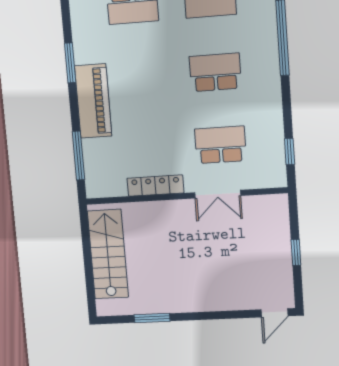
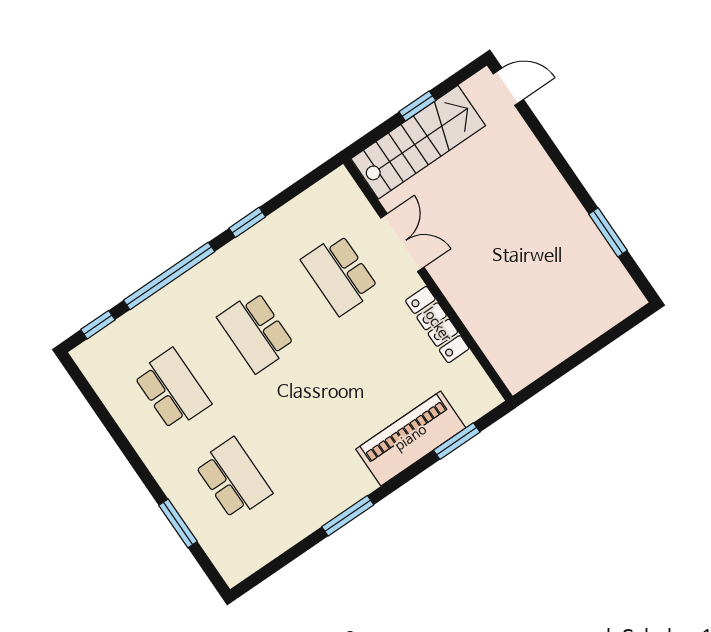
piano: (93, 101) -> (411, 438), moved
window: (290, 152) -> (247, 222), moved
window: (78, 156) -> (457, 441), width x0.69
stairs: (108, 254) -> (418, 142), moved, turned 180

